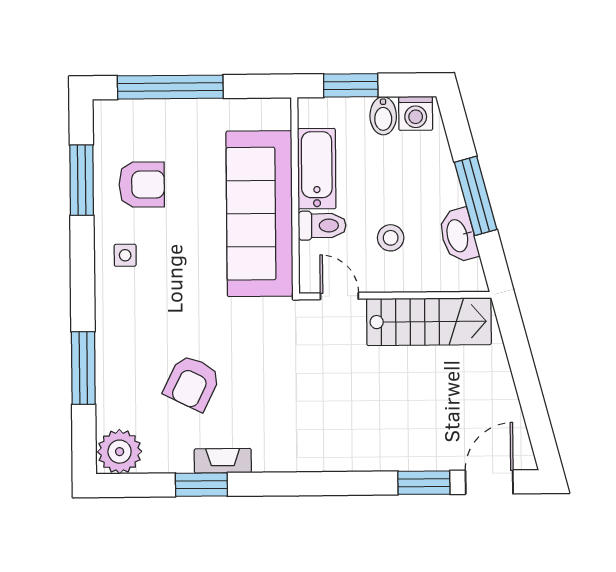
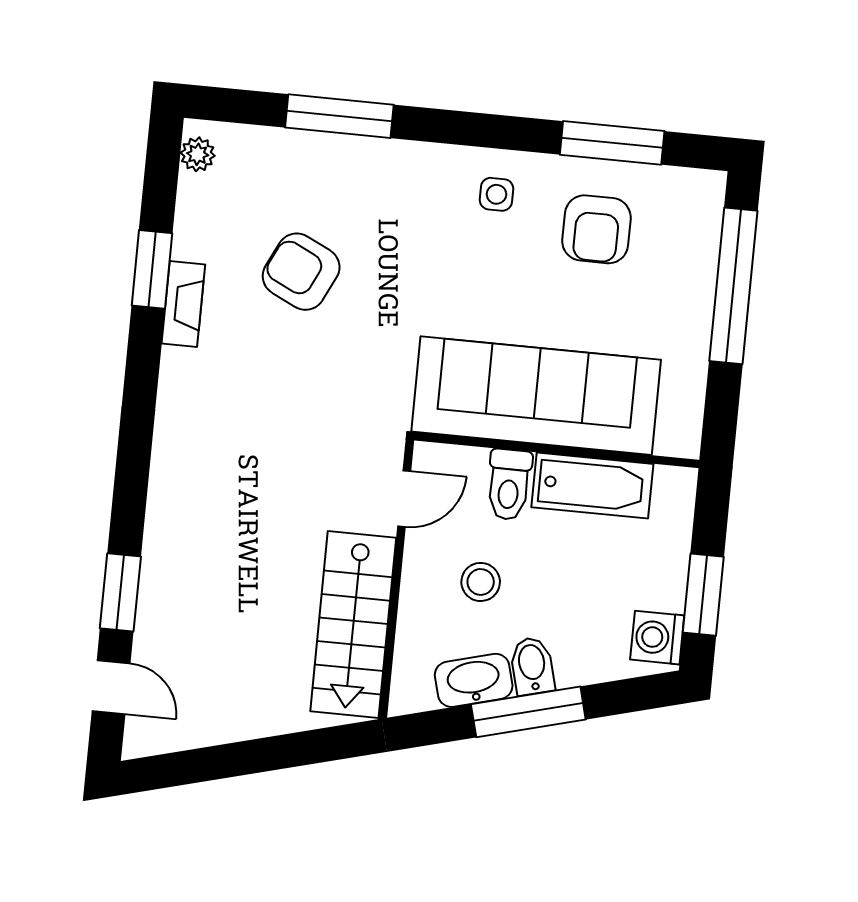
window: (351, 85) -> (703, 595), moved
bidet: (383, 116) -> (532, 666), moved, turned 75
plant: (120, 452) -> (198, 154), width x0.53, depth x0.53
door: (489, 482) -> (111, 687), width x0.73

